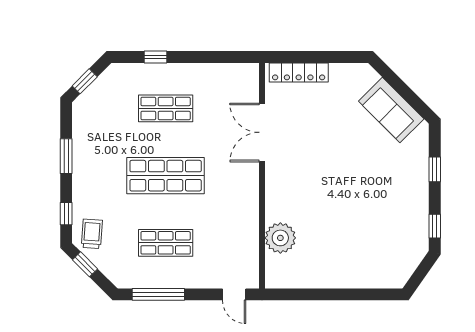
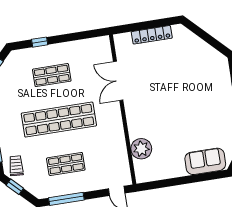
locker: (299, 73) -> (152, 35), moved
sofa: (391, 110) -> (205, 161), moved, turned 135
shop shelf: (166, 176) -> (59, 120), width x1.40

